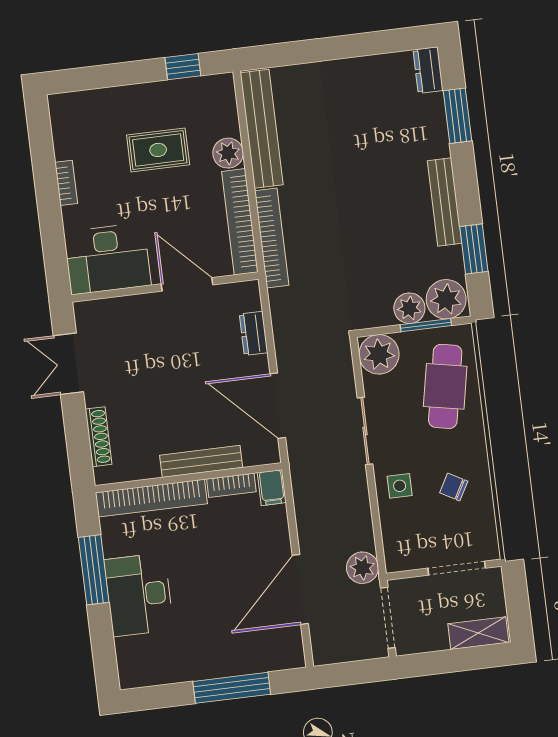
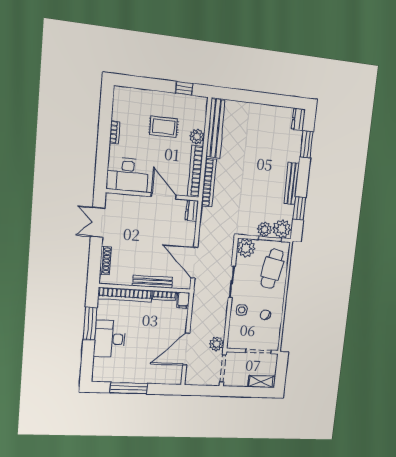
dresser: (254, 333) -> (192, 211), moved
window: (232, 688) -> (129, 388), moved

